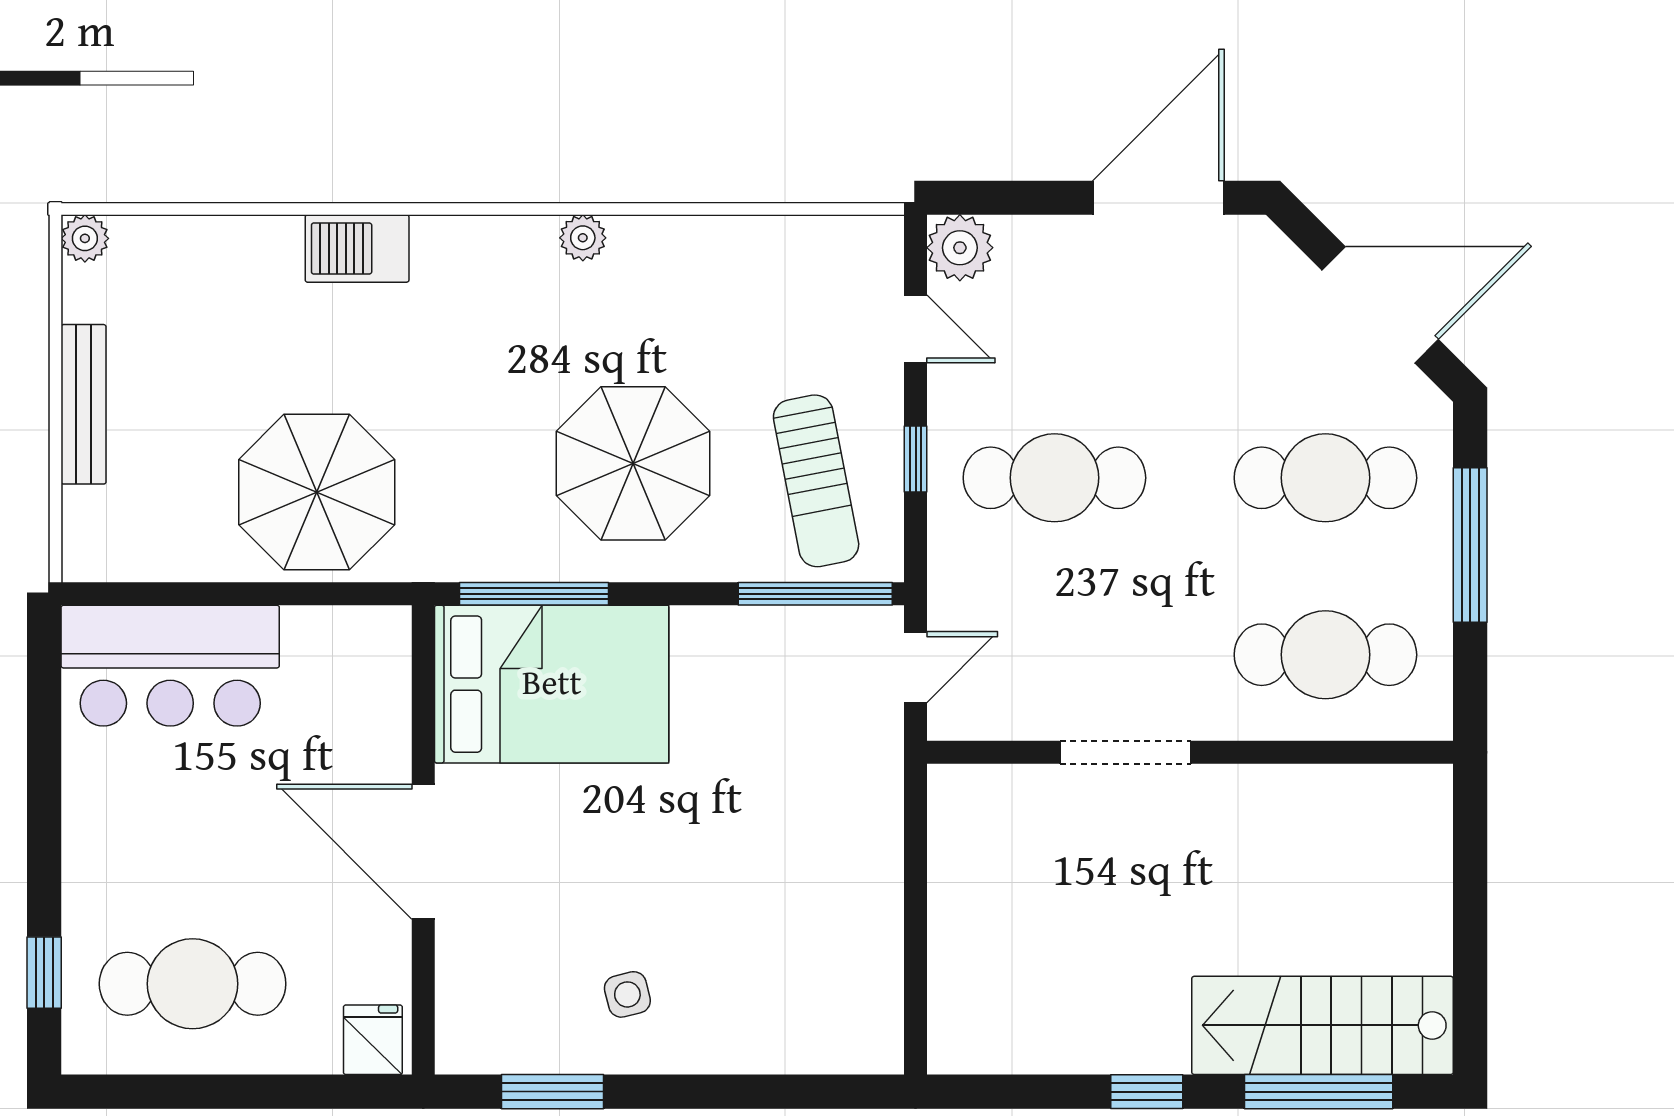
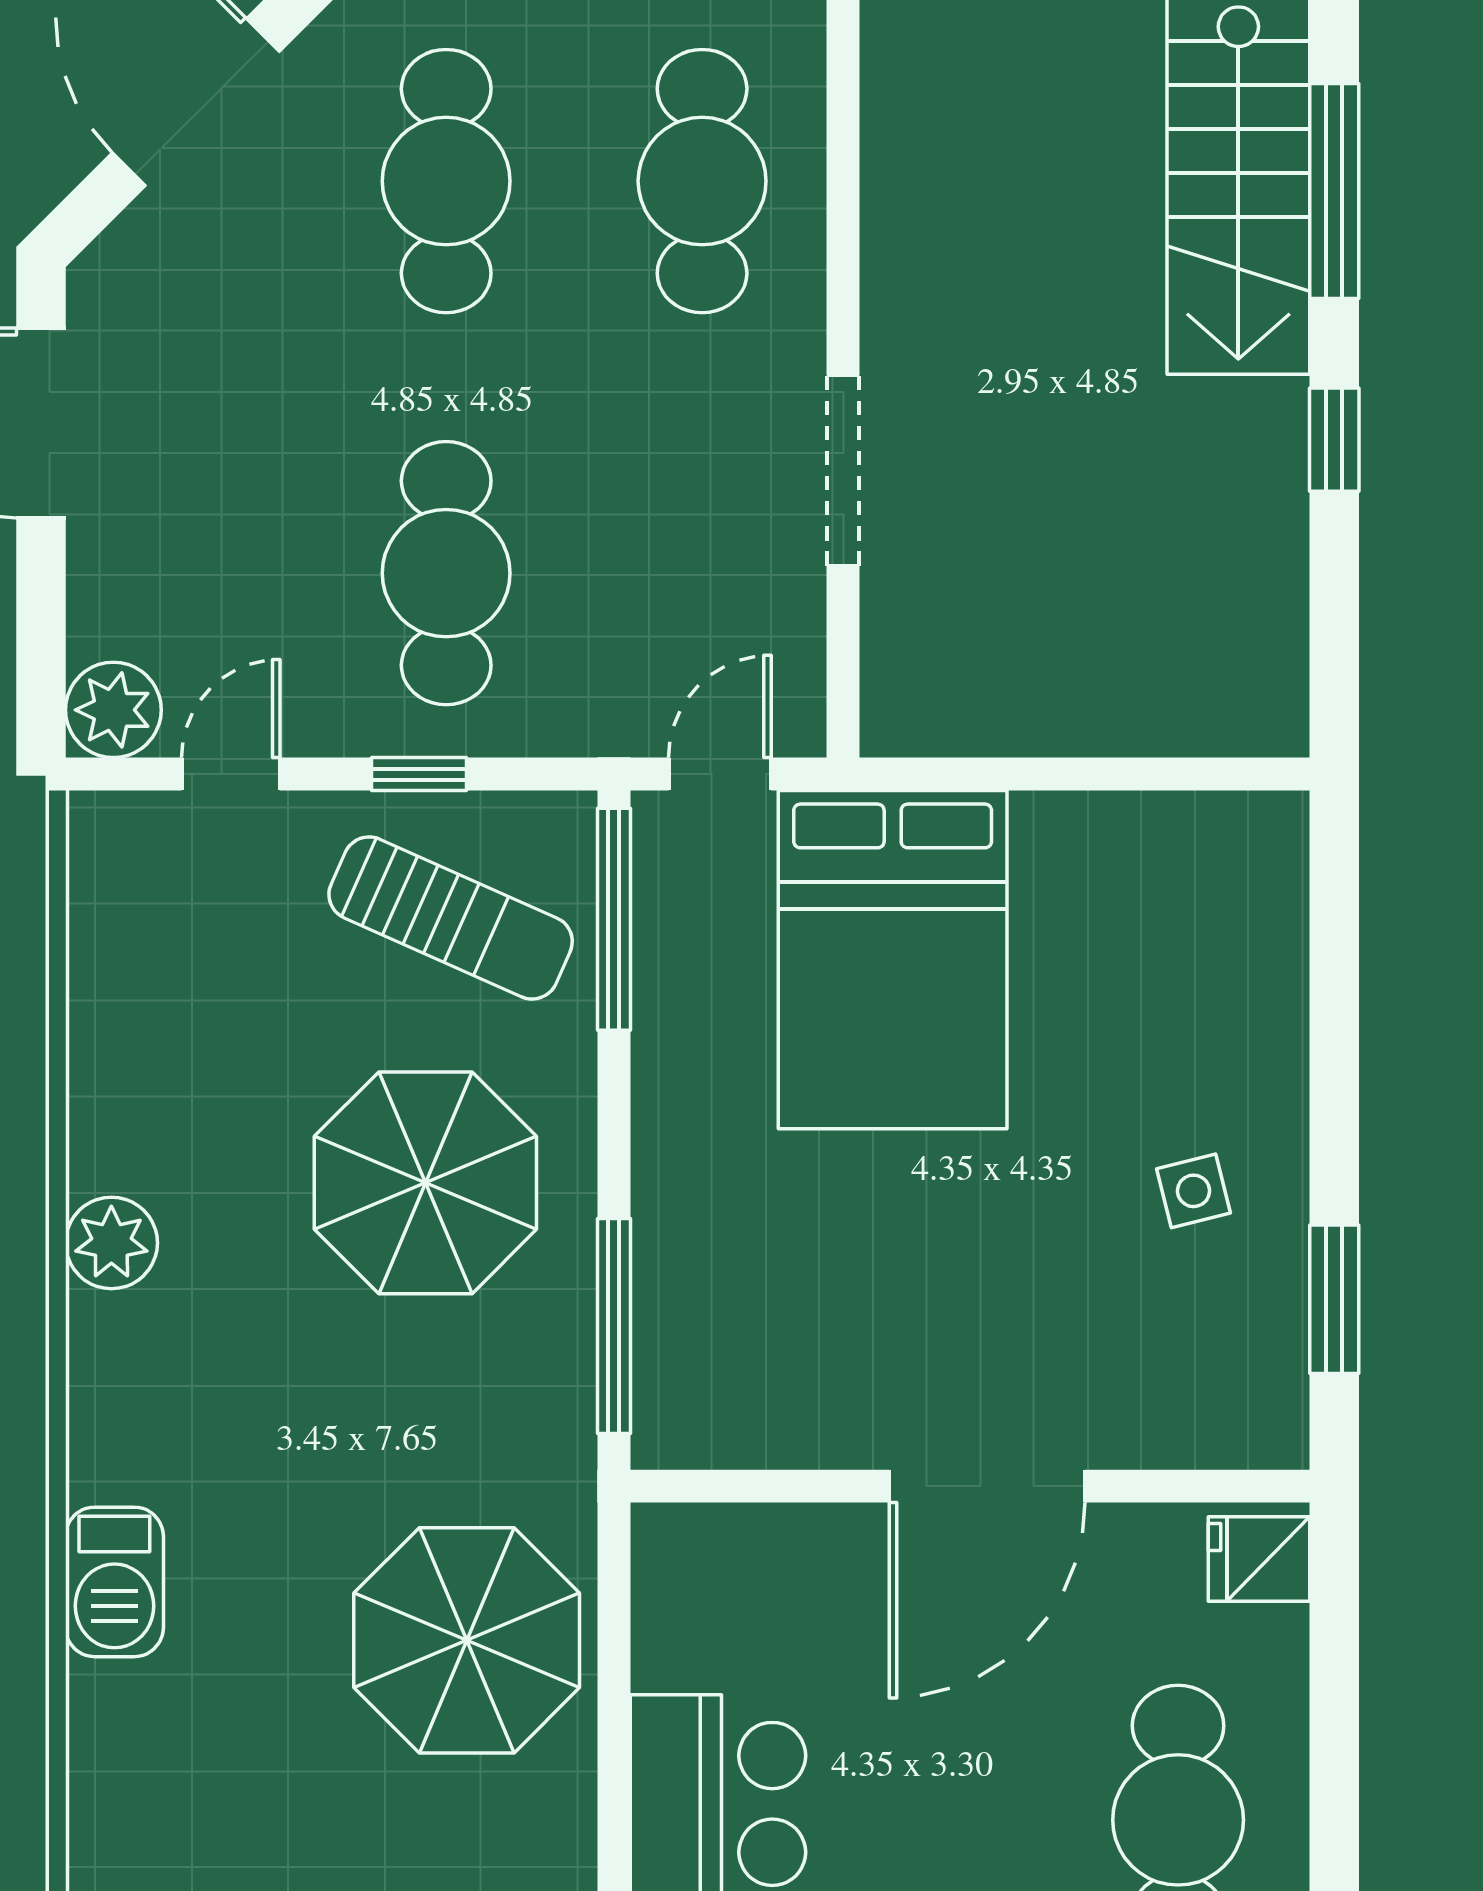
plant: (583, 238) -> (111, 1243), width x1.38, depth x1.38
sun lounger: (816, 481) -> (451, 918), turned 35
door: (916, 667) -> (720, 774), hinge flipped
bed: (552, 684) -> (893, 960), moved, turned 180

